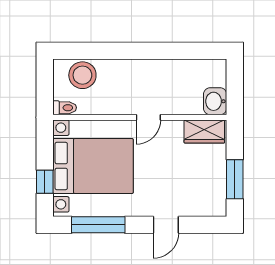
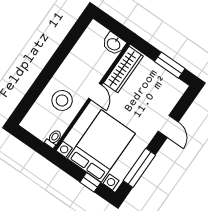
stool: (82, 75) -> (62, 100), moved
wardrobe: (204, 132) -> (123, 70), width x1.50

